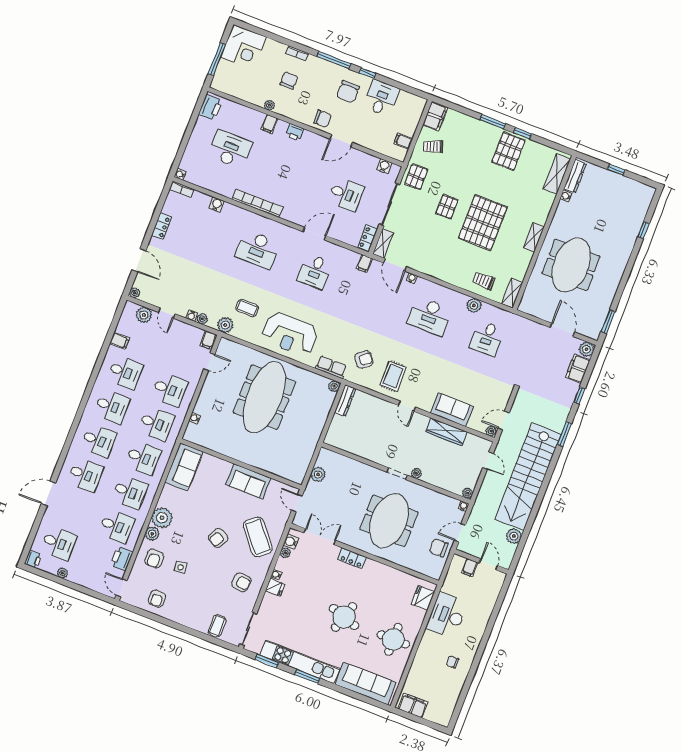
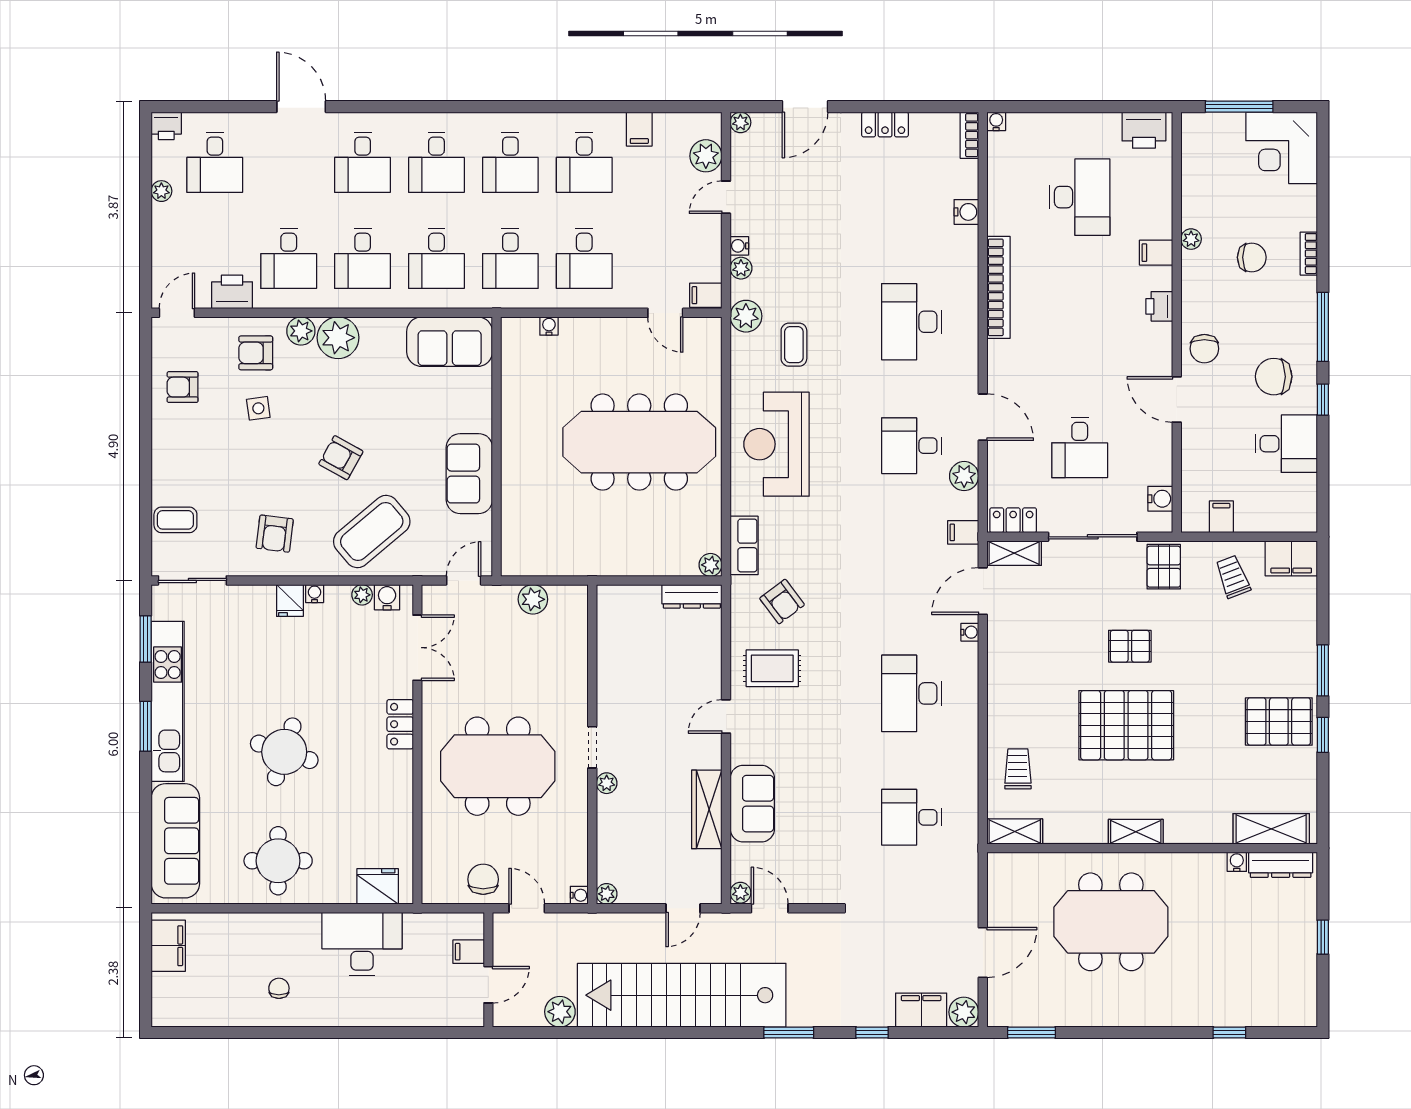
pallet: (416, 177) -> (1164, 567), turned 90
plant: (474, 305) -> (964, 476), moved

